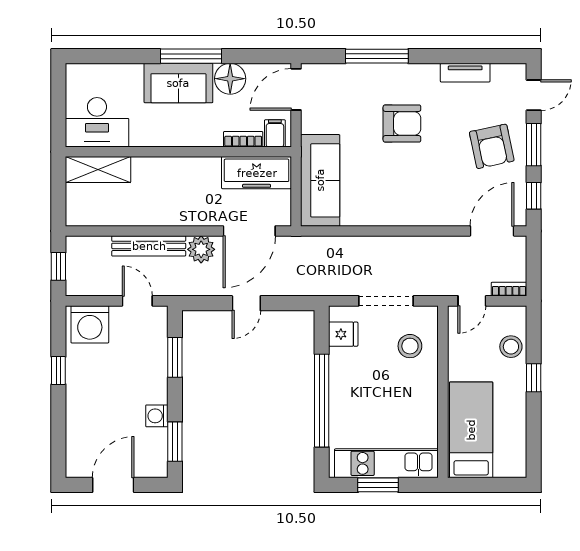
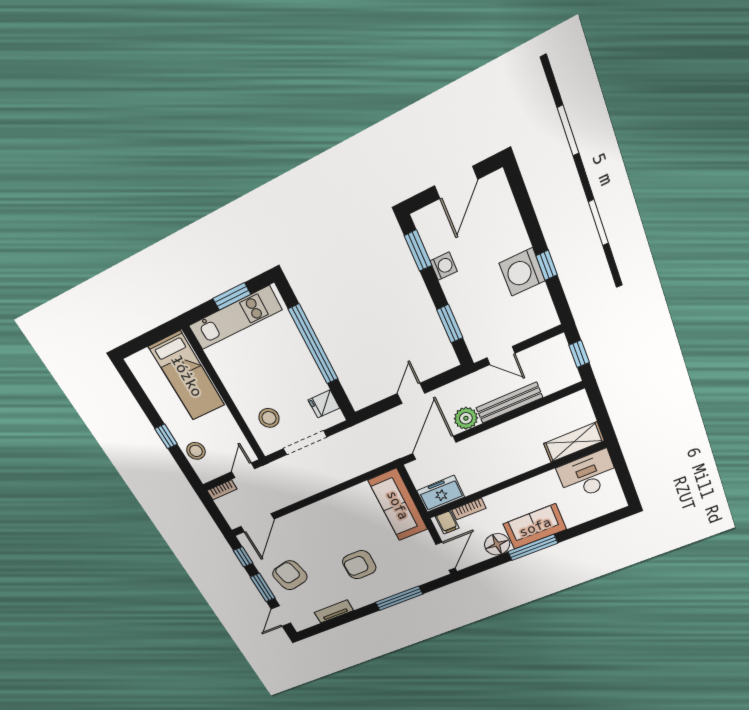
freezer: (257, 173) -> (441, 494), width x0.71
washing machine: (90, 324) -> (522, 272), moved, turned -90

